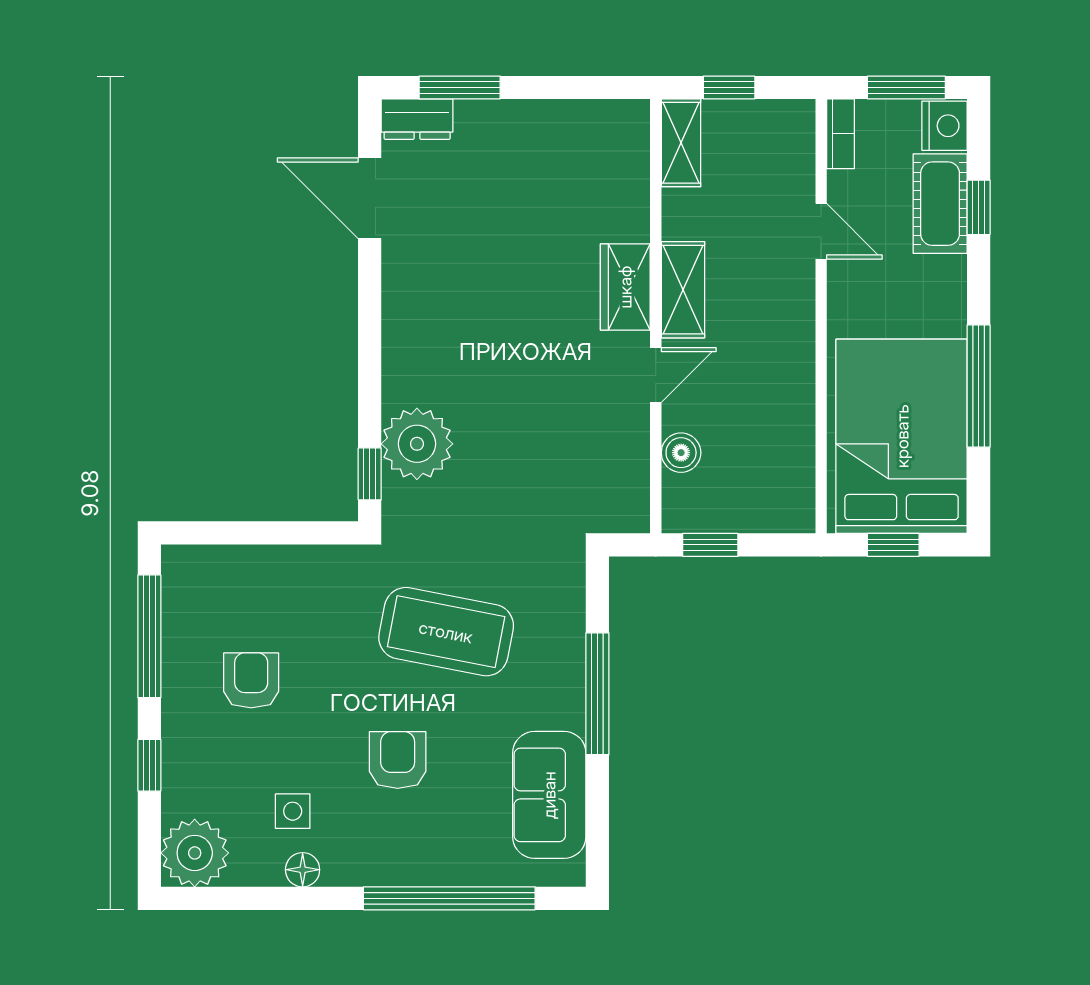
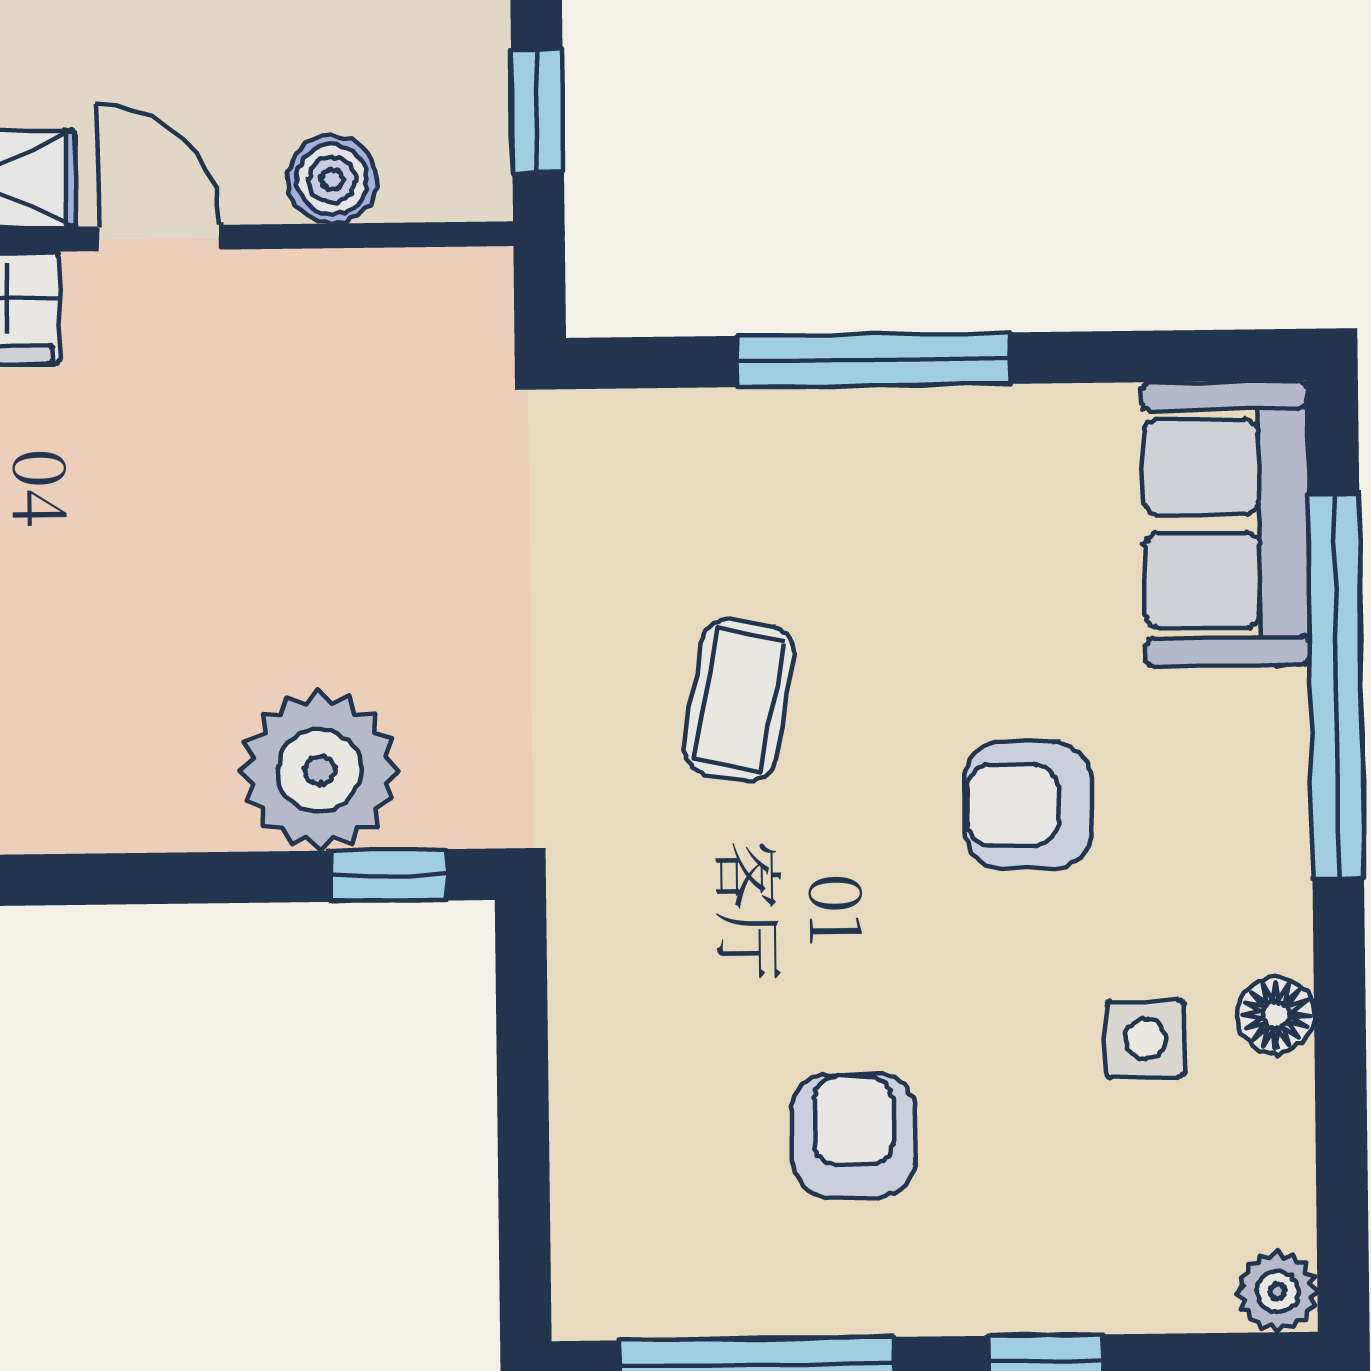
coffee table: (446, 632) -> (739, 700), width x0.54, depth x0.58
armchair: (251, 680) -> (854, 1135), turned 90
sofa: (549, 795) -> (1226, 523), moved, turned 90
plant: (195, 853) -> (1277, 1292), width x0.53, depth x0.53

